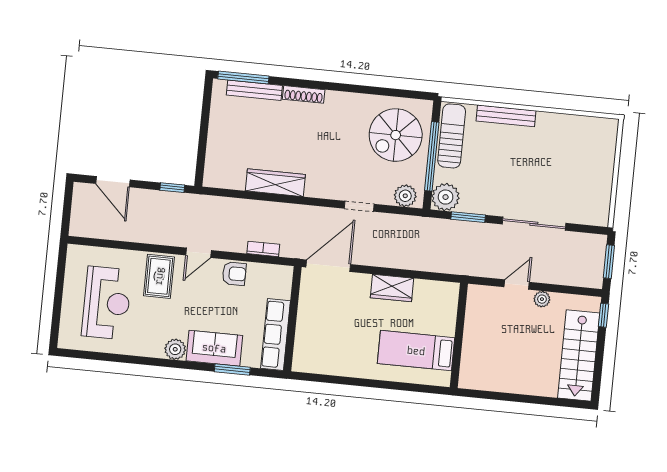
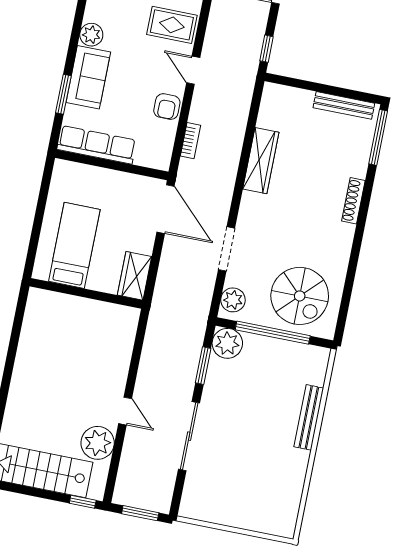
bench: (254, 90) -> (344, 105), moved, turned 90
spiral stairs: (396, 135) -> (300, 296), turned 180
sun lounger: (452, 136) -> (293, 356), removed
doorway: (359, 206) -> (226, 249), width x1.38
plant: (542, 299) -> (98, 443), width x1.87, depth x1.87
wall: (459, 335) -> (86, 293), moved
bed: (416, 351) -> (74, 245), moved

